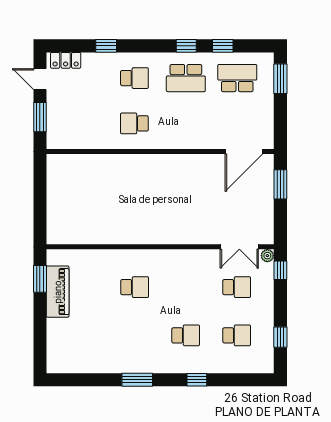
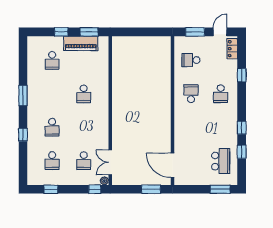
school desk: (186, 78) -> (191, 60), moved, width x0.54
window: (40, 321) -> (61, 32), added
school desk: (84, 335) -> (52, 60), added

